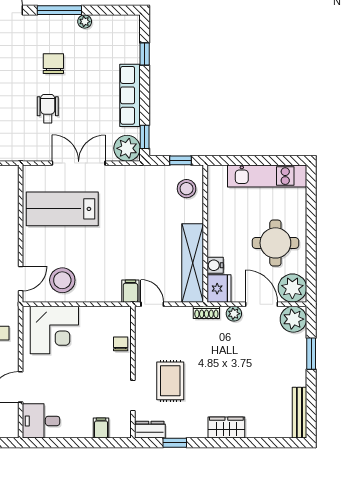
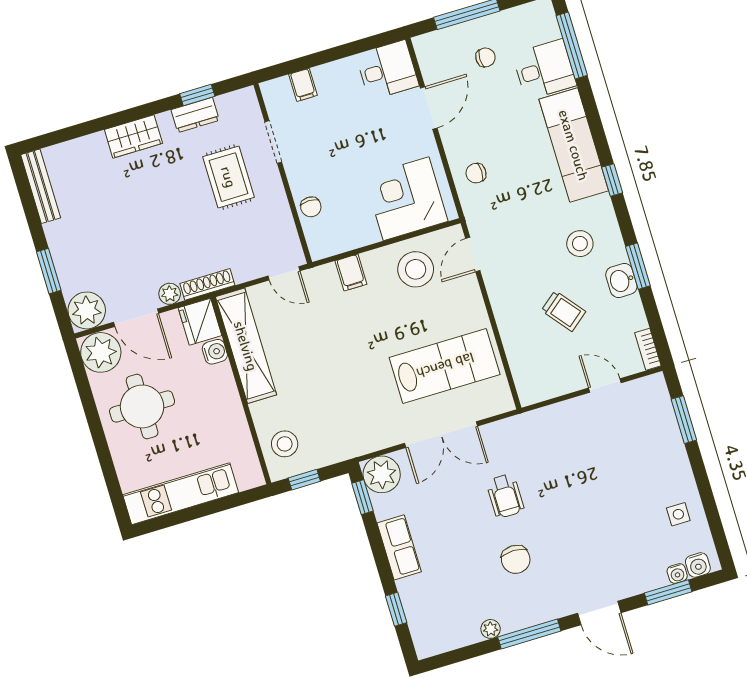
row of seats: (130, 95) -> (399, 547), width x0.68
filing cabinet: (130, 291) -> (351, 273), moved
shoe rack: (206, 312) -> (207, 284), width x1.43
dresser: (150, 430) -> (195, 115), moved

